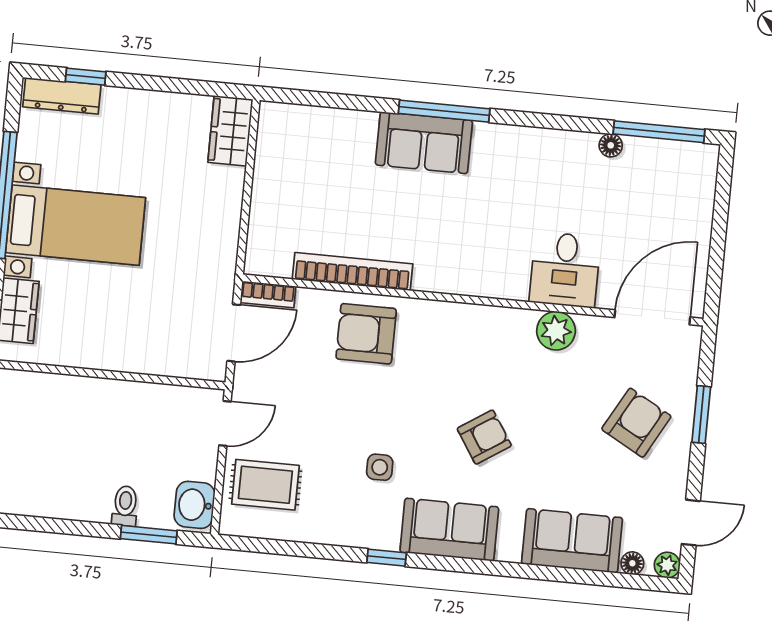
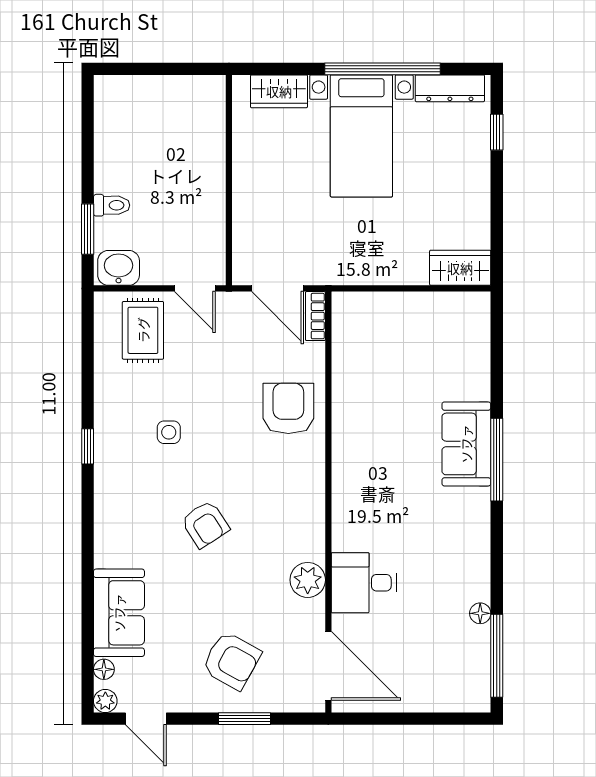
dresser: (62, 96) -> (450, 88), moved, turned -90
bookcase: (352, 272) -> (343, 391), removed
sofa: (449, 530) -> (118, 501), removed

